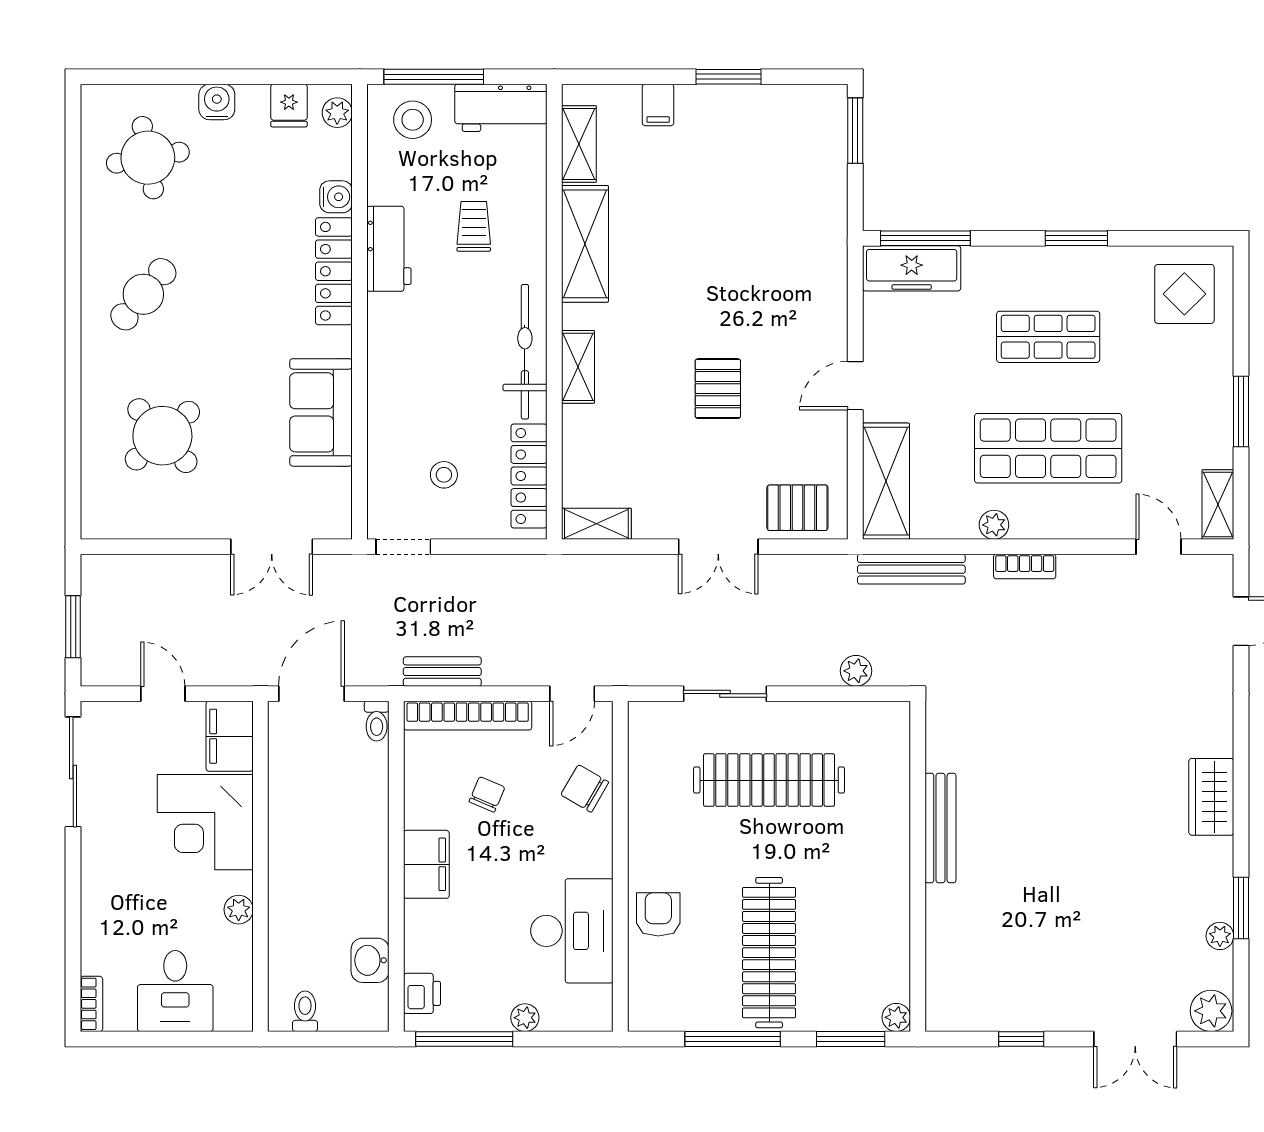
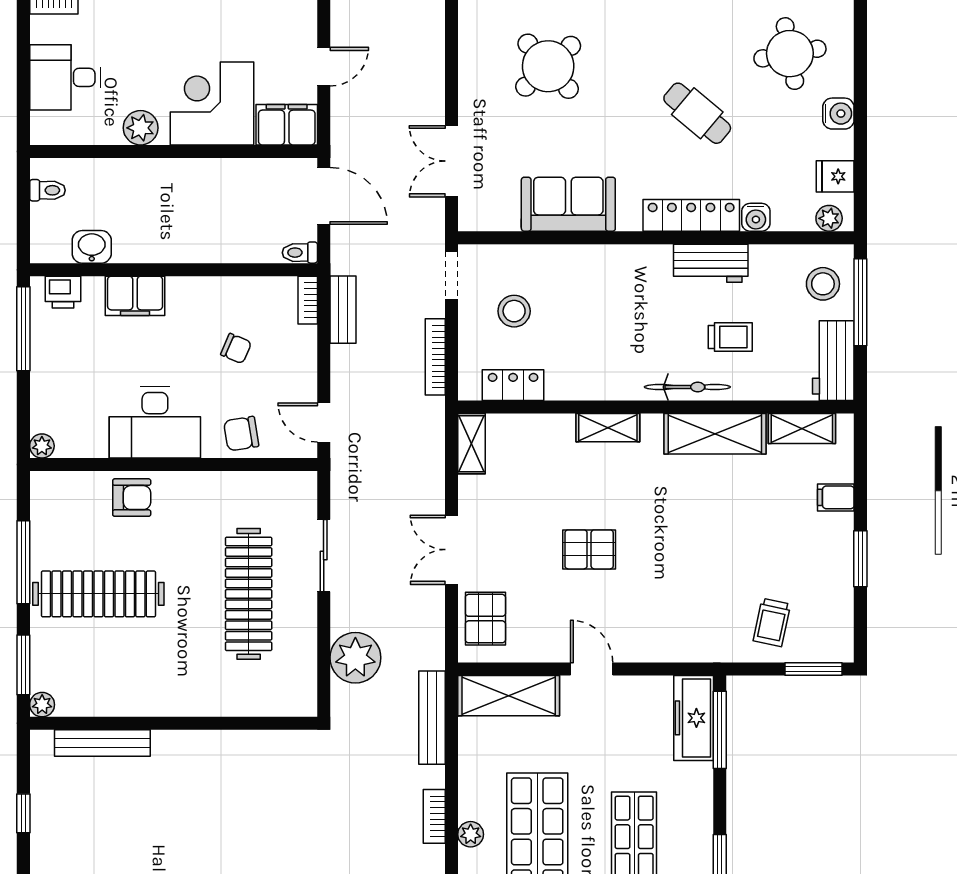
trolley: (802, 178) -> (772, 622), added
cafe table: (143, 294) -> (697, 113), moved
bicycle: (525, 352) -> (687, 387), moved, width x0.73, depth x0.71
stool: (444, 475) -> (514, 311), width x1.37, depth x1.37
locker: (529, 476) -> (513, 385), width x0.66
plant: (994, 525) -> (471, 834), moved
bookcase: (497, 565) -> (435, 357), added
plant: (856, 671) -> (355, 658), width x1.87, depth x1.87
bookcase: (468, 716) -> (308, 300), width x0.43, depth x0.76
chair: (585, 789) -> (241, 434), turned -129
bench: (940, 828) -> (102, 743), moved
filing cabinet: (426, 864) -> (135, 296), moved
plant: (239, 910) -> (141, 128), width x1.38, depth x1.38
desk: (572, 931) -> (155, 422), moved
plant: (525, 1018) -> (42, 446), moved

